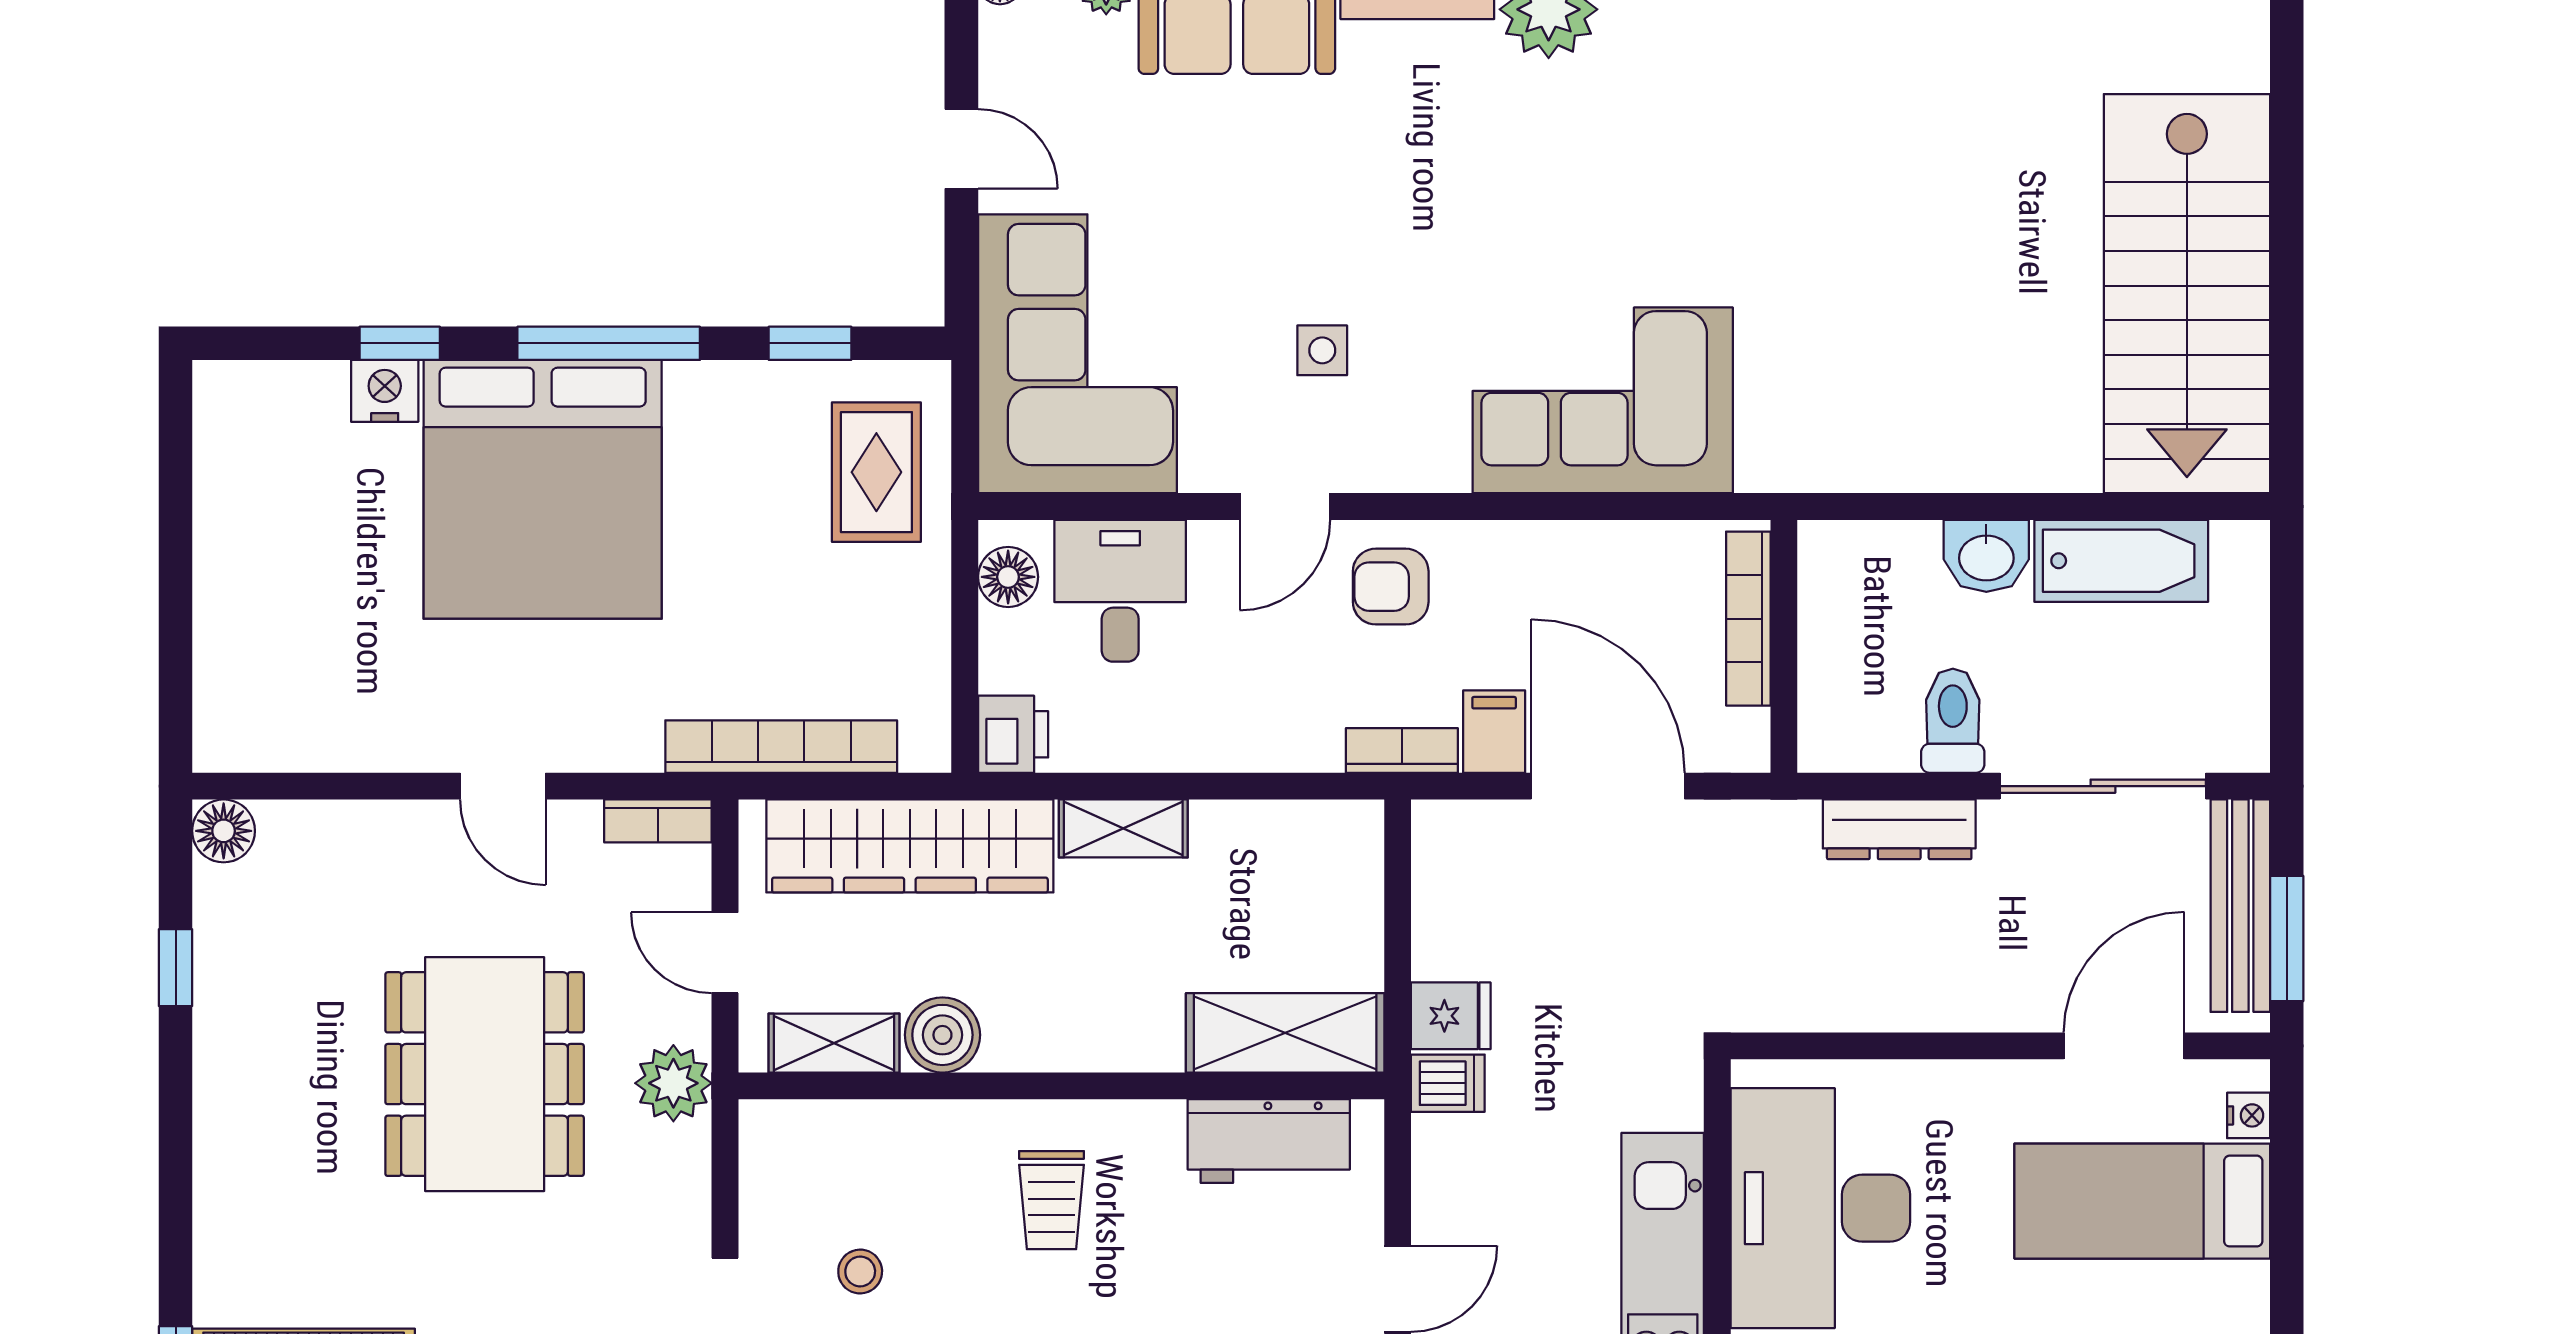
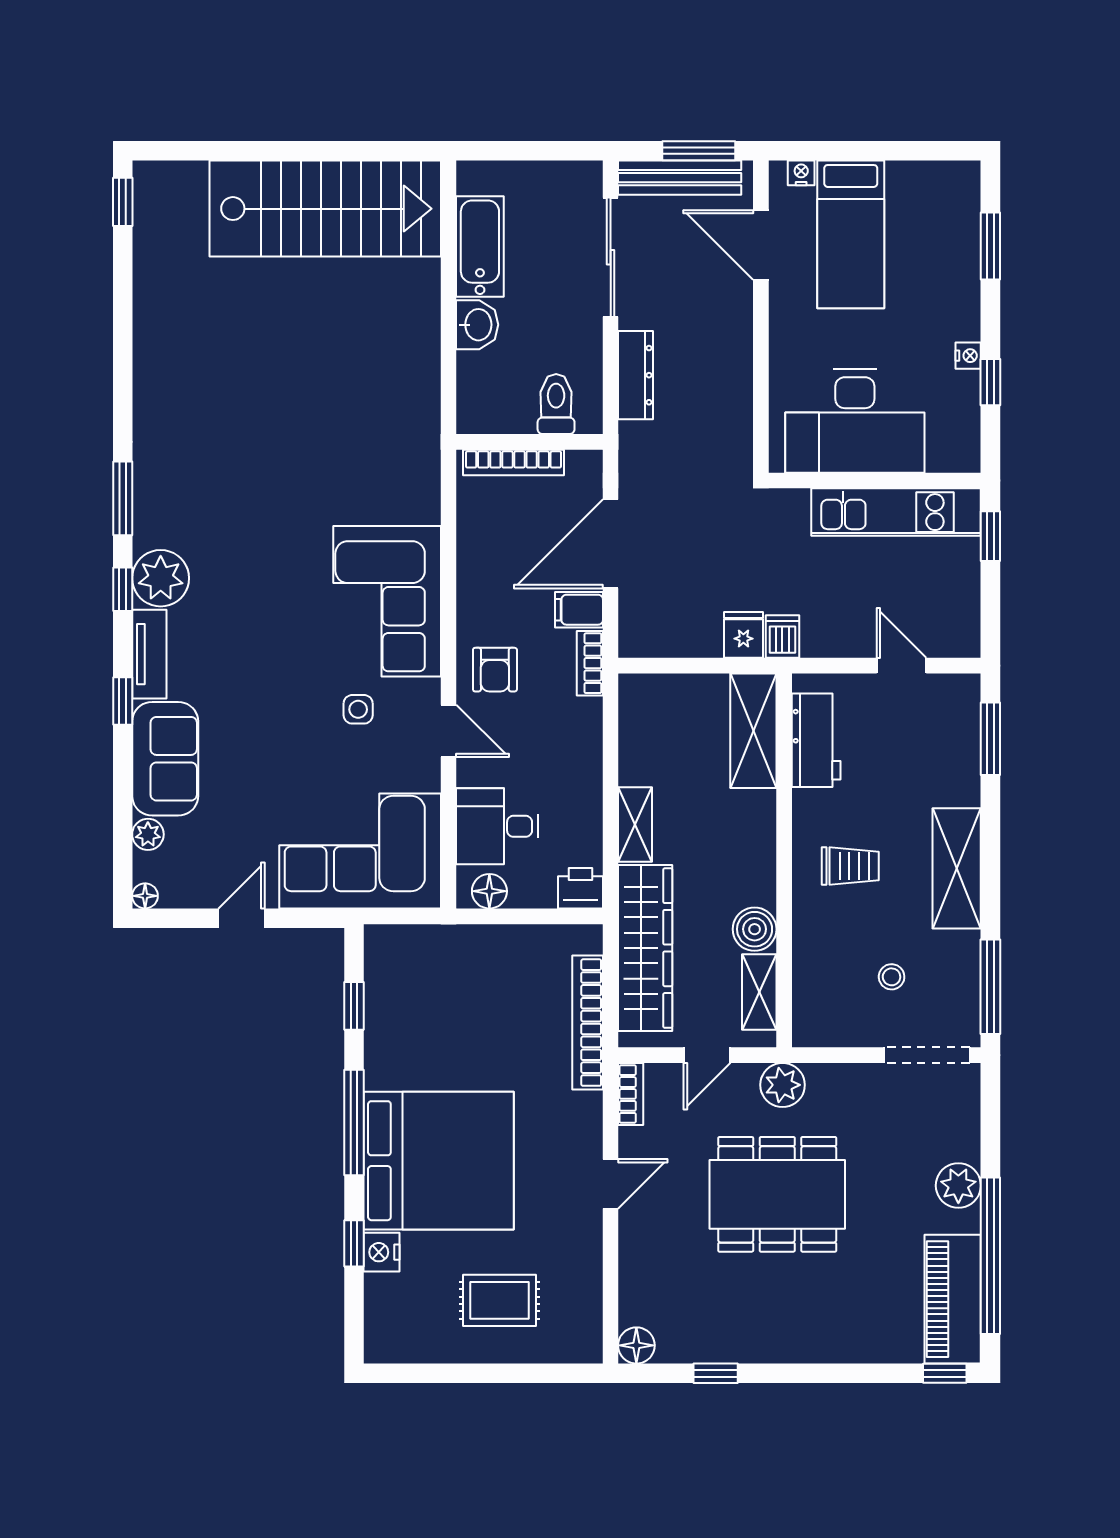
corner sofa: (1603, 400) -> (387, 601), moved
rug: (876, 472) -> (499, 1300), moved
toilet: (1953, 721) -> (556, 404), moved, turned 90

